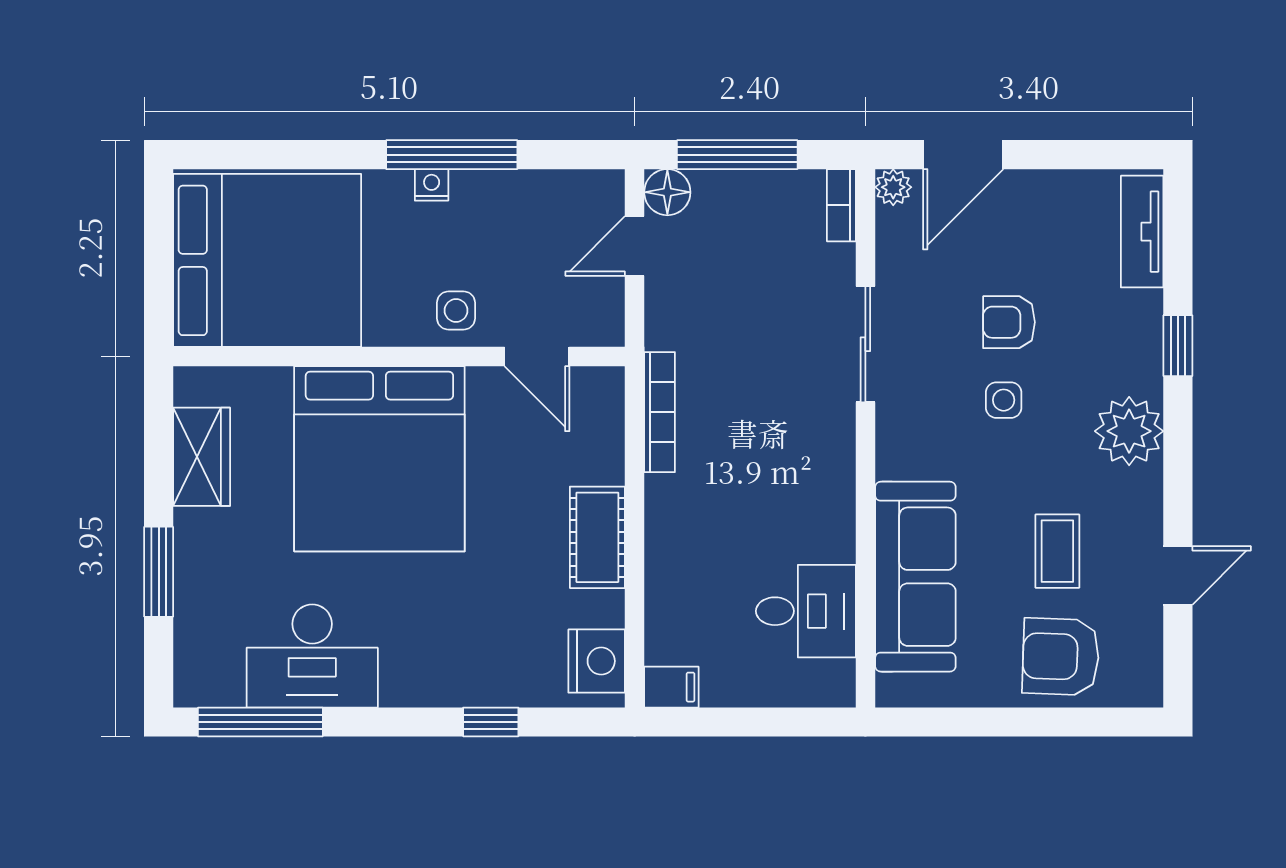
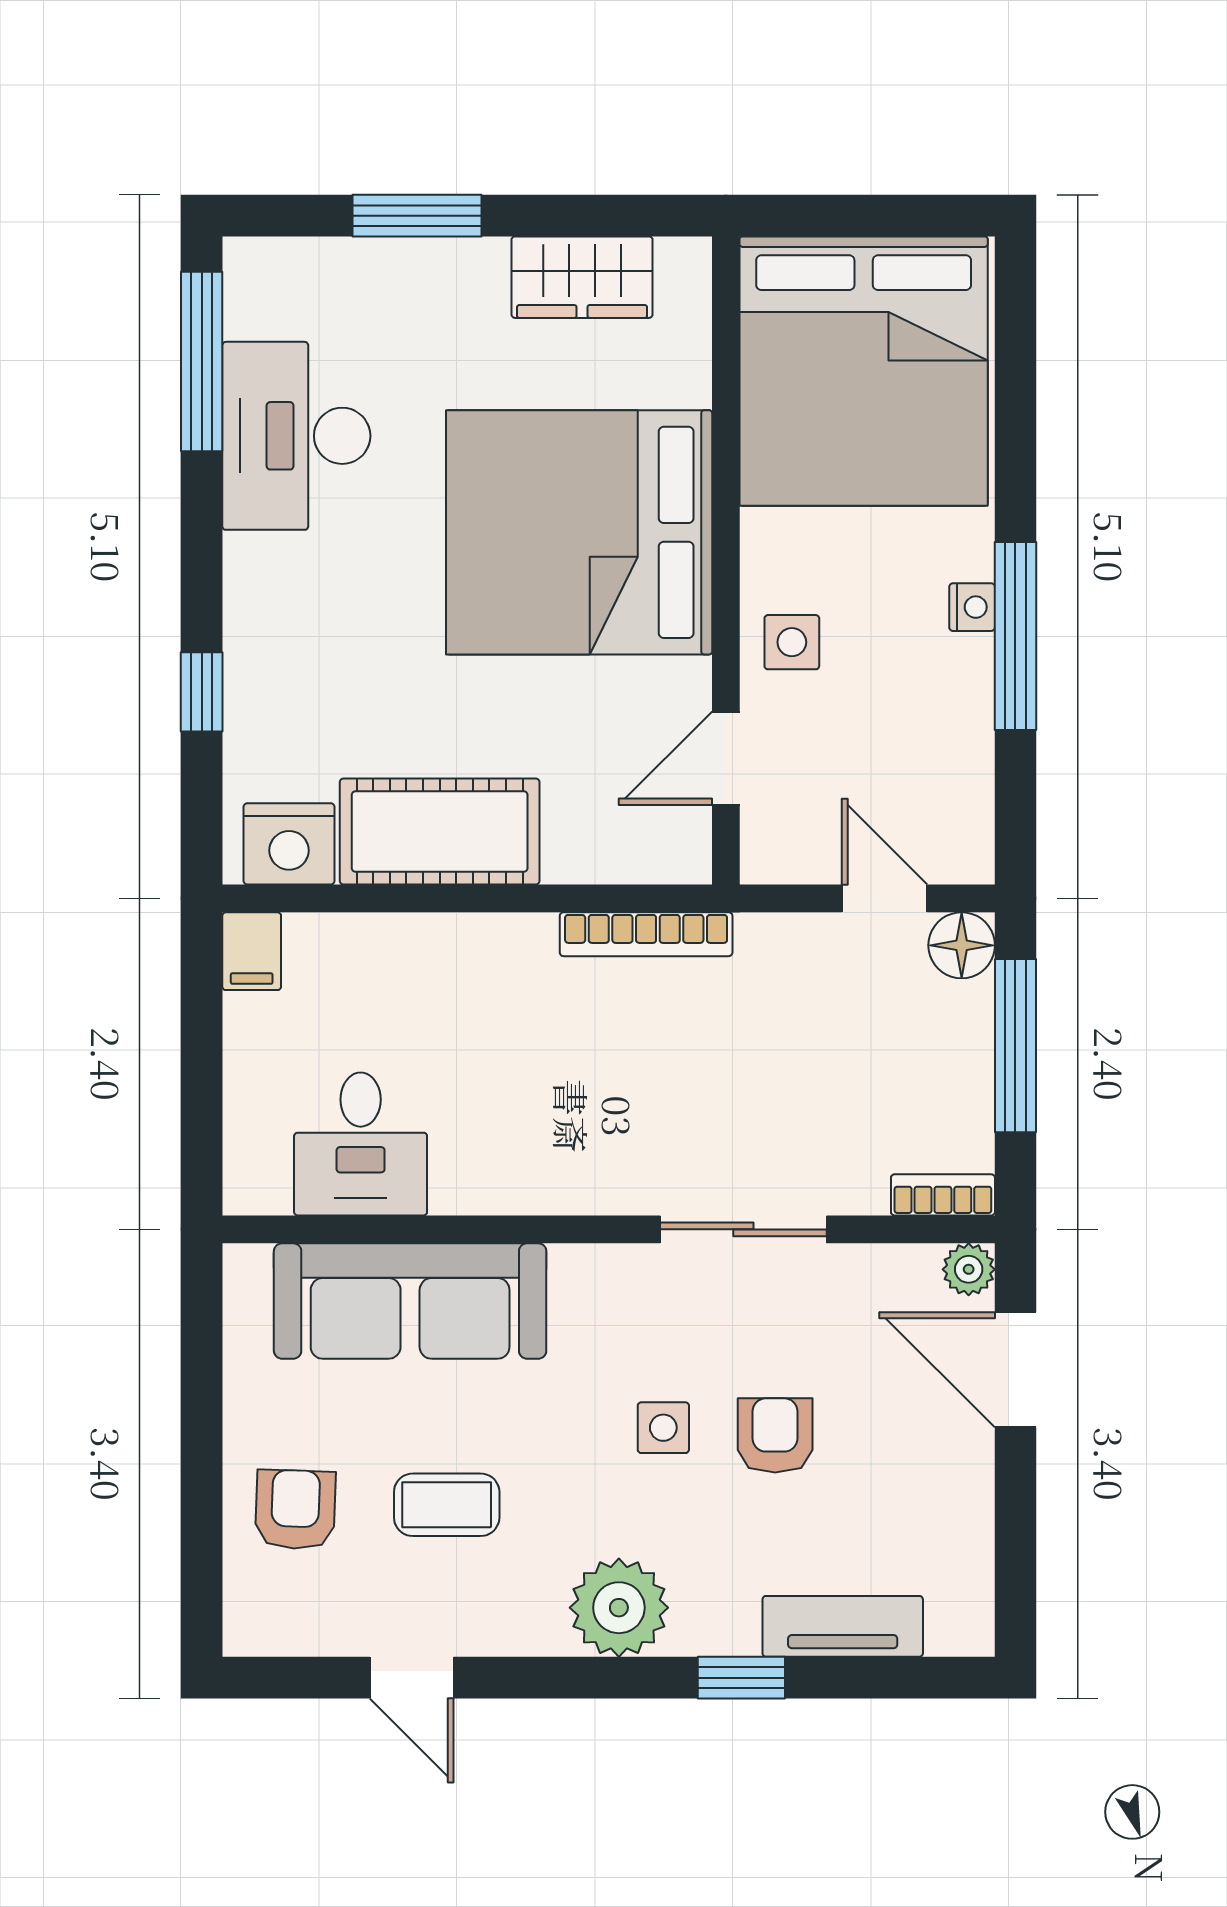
tv unit: (1142, 232) -> (843, 1626), moved
cot: (597, 537) -> (440, 831), width x1.37, depth x1.34
armchair: (1061, 657) -> (295, 1510), width x0.72, depth x0.72

